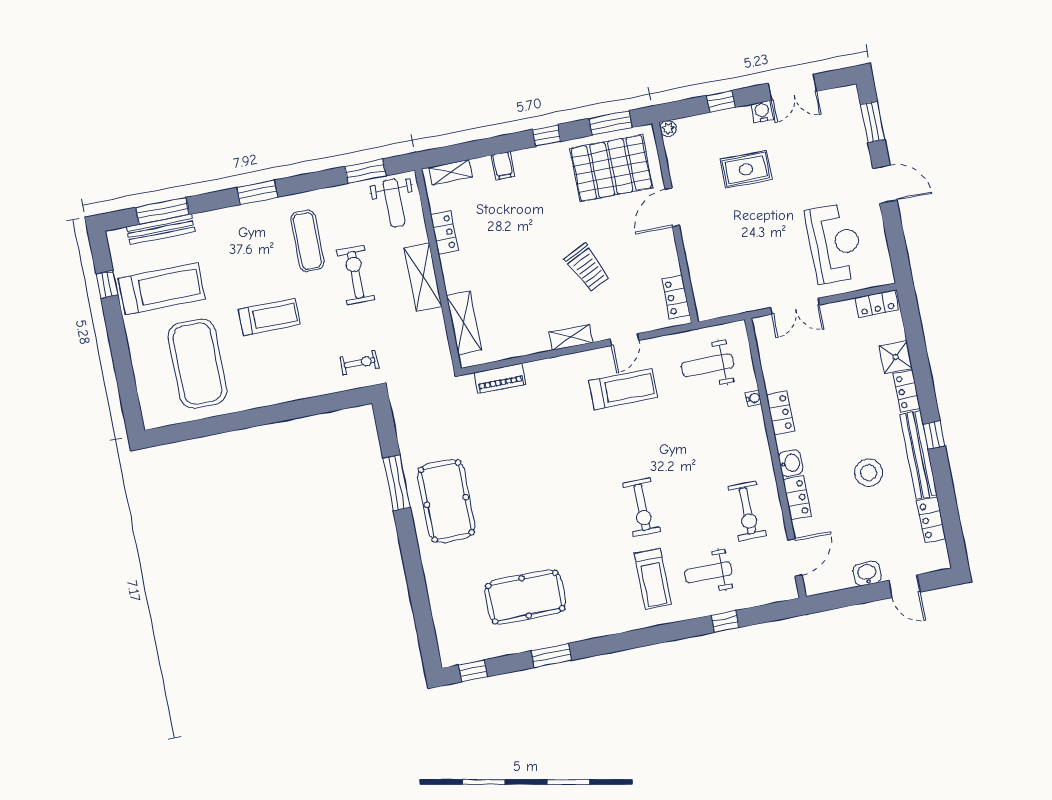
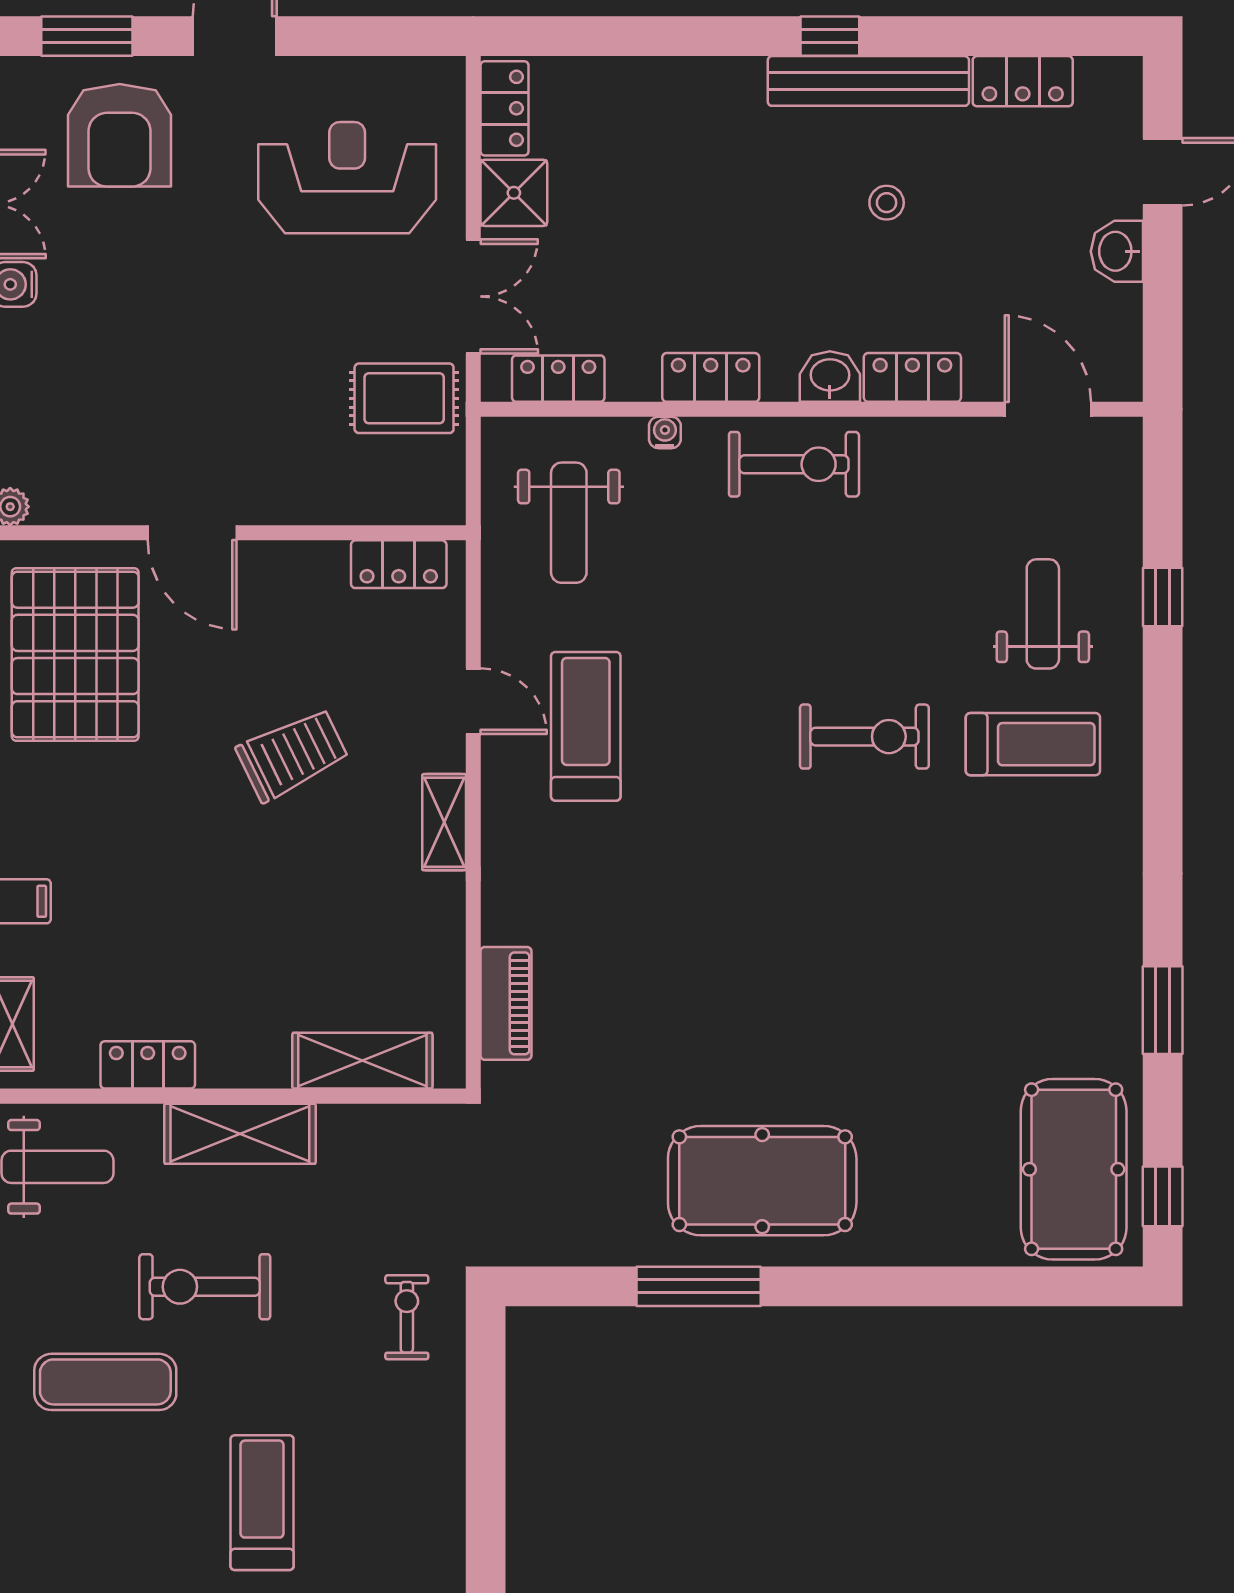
armchair: (834, 144) -> (120, 135), added
rug: (746, 169) -> (404, 398), moved, turned 90
shower: (896, 357) -> (514, 193), moved
locker: (907, 391) -> (558, 379), moved, turned 180
stool: (869, 473) -> (887, 203), width x0.53, depth x0.53
exercise bike: (747, 511) -> (794, 464), moved
weight bench: (708, 572) -> (1043, 614), turned 180
pool table: (525, 597) -> (1074, 1169), moved

